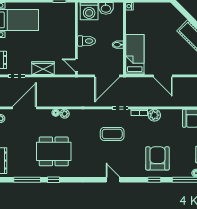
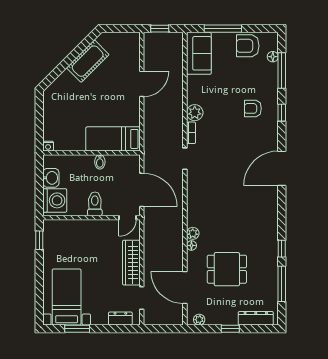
wardrobe: (43, 68) -> (131, 263), width x1.50
door: (107, 76) -> (142, 190), moved
door: (163, 76) -> (142, 84), moved
coffee table: (112, 134) -> (220, 169), removed
dining table: (54, 151) -> (227, 269), moved, width x0.73
armchair: (157, 158) -> (253, 108), width x0.53, depth x0.53
door: (113, 180) -> (282, 168), width x1.88

